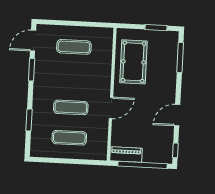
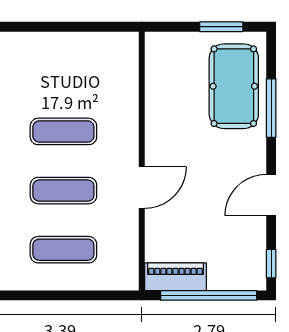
exercise mat: (74, 47) -> (63, 131), moved
window: (180, 58) -> (271, 108), moved
pool table: (133, 62) -> (234, 86), moved

